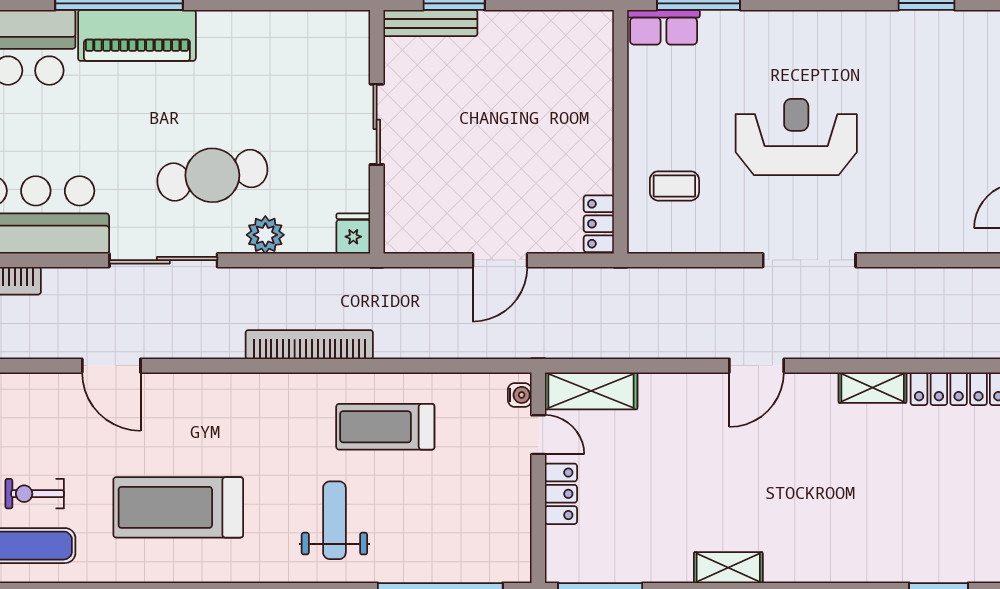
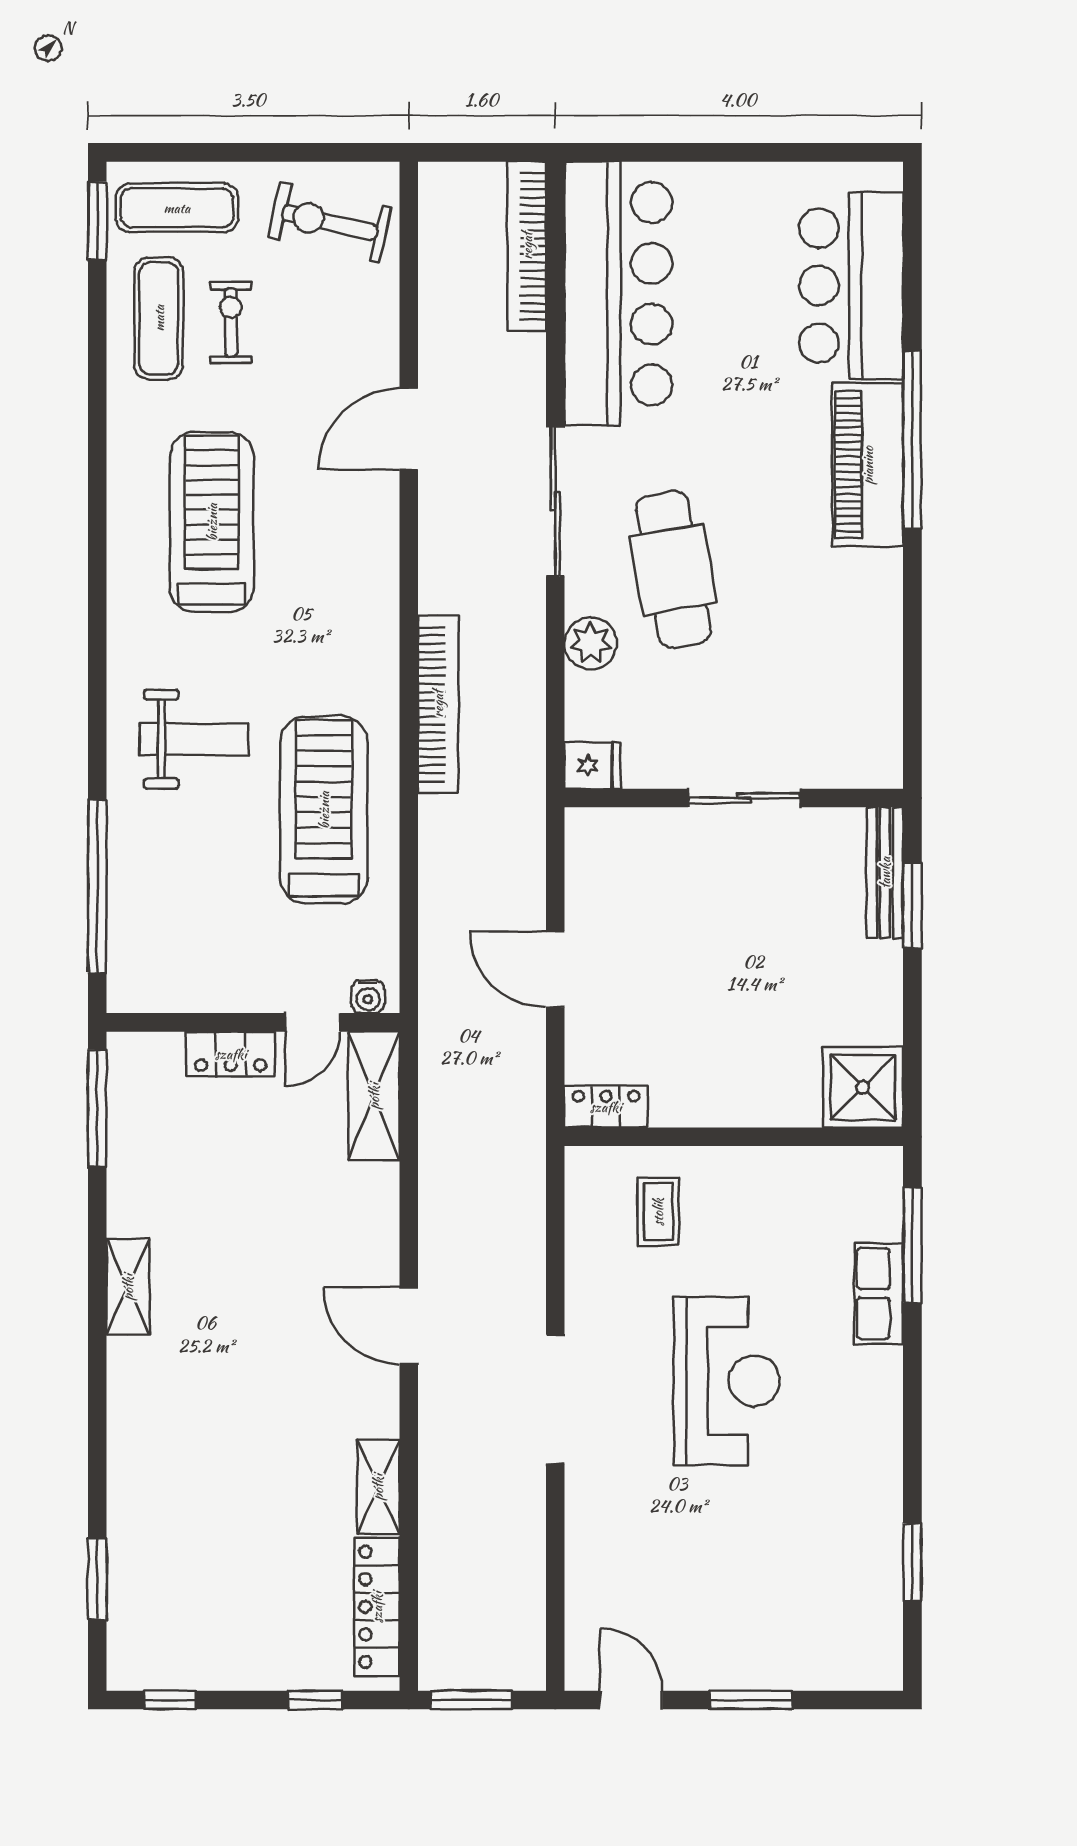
row of seats: (664, 27) -> (879, 1293), moved
shower: (585, 39) -> (863, 1087), added
treadmill: (385, 427) -> (324, 810), width x1.37, depth x1.38

